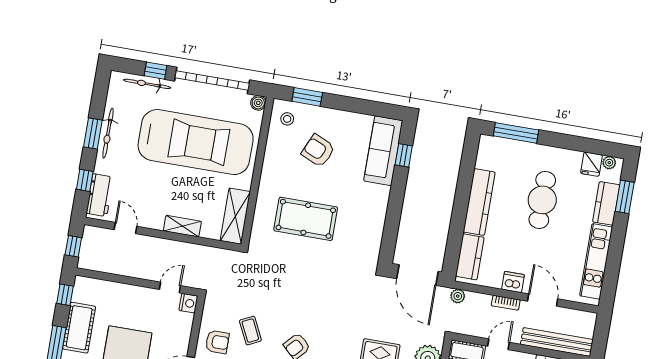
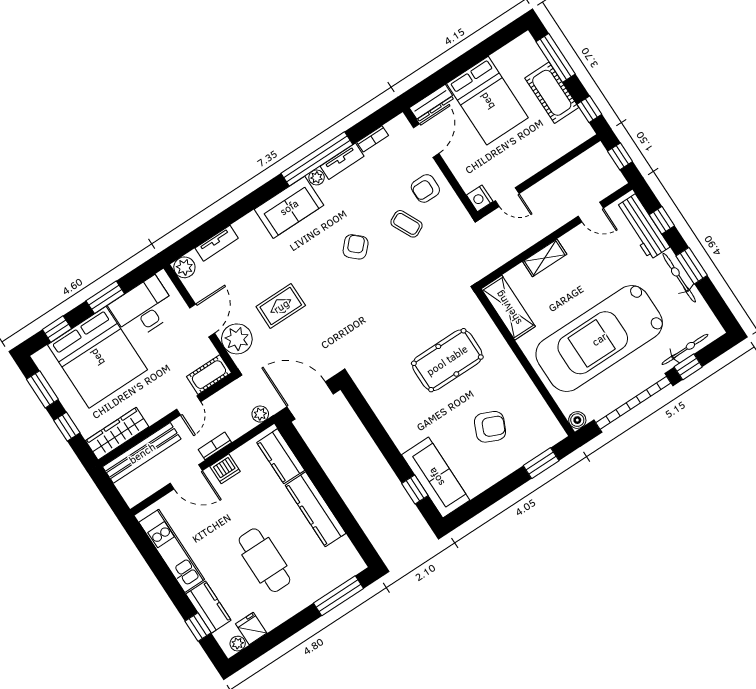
stool: (287, 119) -> (541, 429), removed
workbench: (100, 195) -> (643, 227), width x1.37
window: (625, 197) -> (198, 627), width x0.67
door: (170, 288) -> (507, 197), hinge flipped

